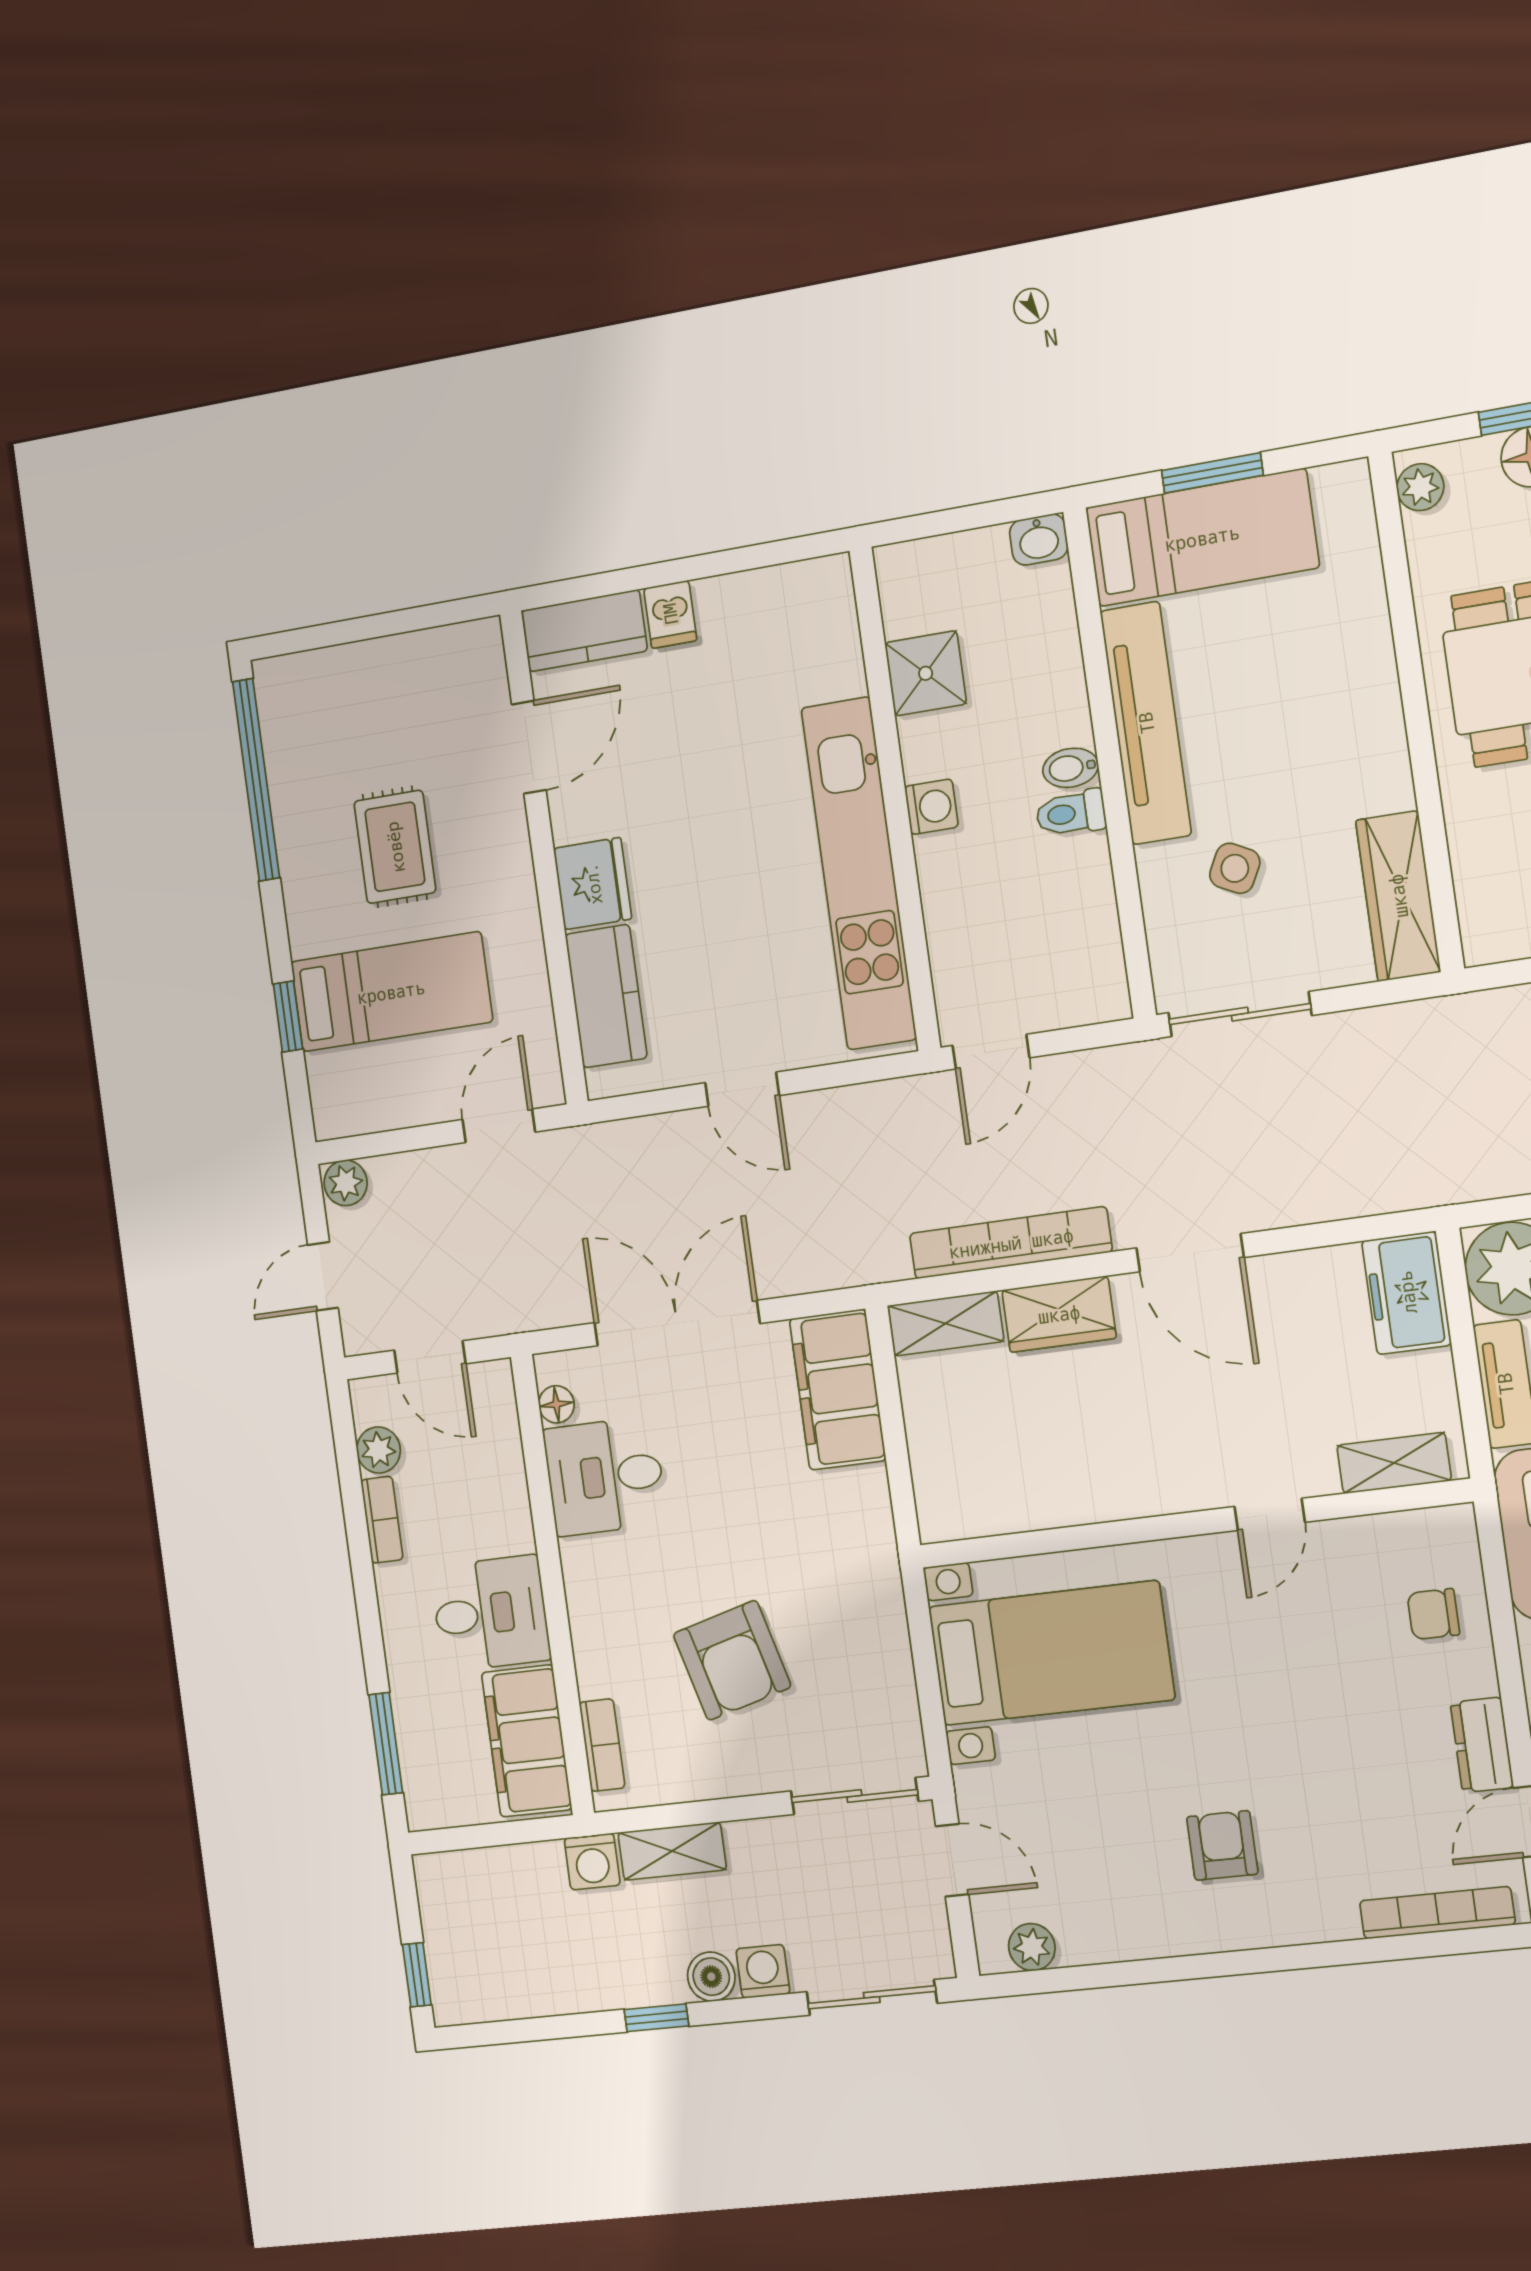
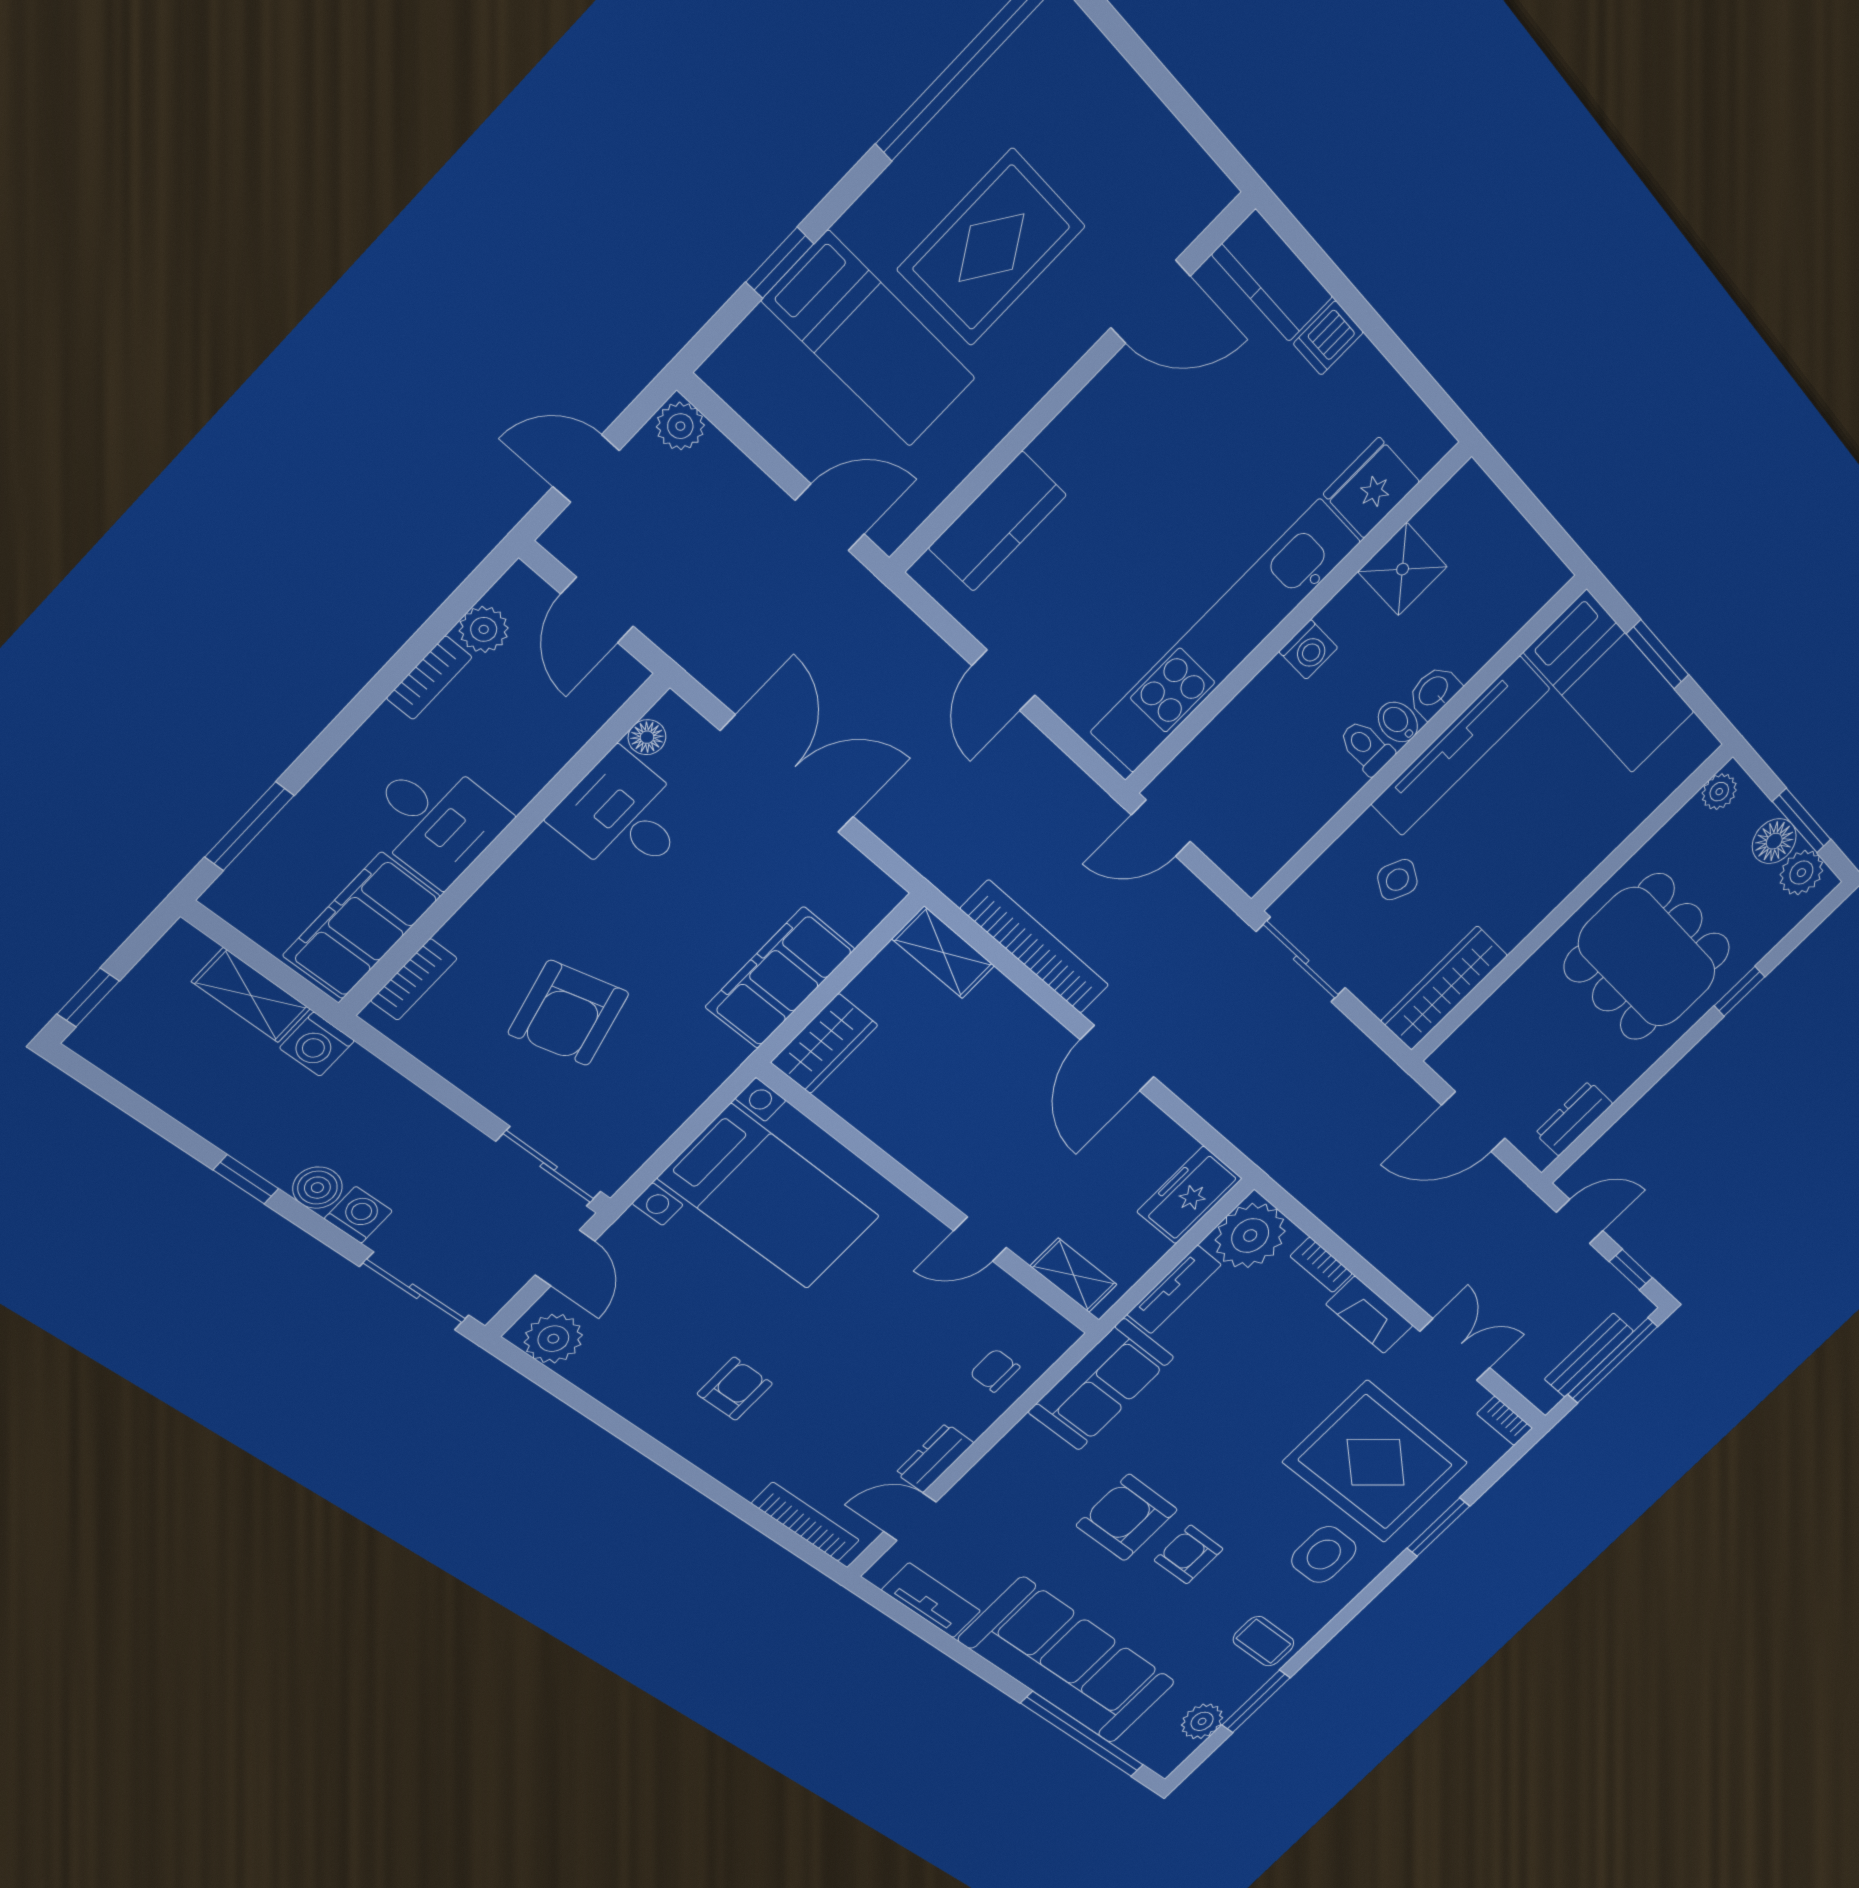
washbasin: (1039, 540) -> (1434, 692), moved, turned 90
rug: (395, 847) -> (991, 248), width x1.36, depth x1.43
fridge: (593, 884) -> (1371, 488), moved, turned 180
wardrobe: (1059, 1314) -> (824, 1044), moved, turned -90
filing cabinet: (838, 1390) -> (780, 978), moved
shelving: (672, 1851) -> (251, 995), moved
plant: (1032, 1947) -> (553, 1339), width x1.38, depth x1.38

